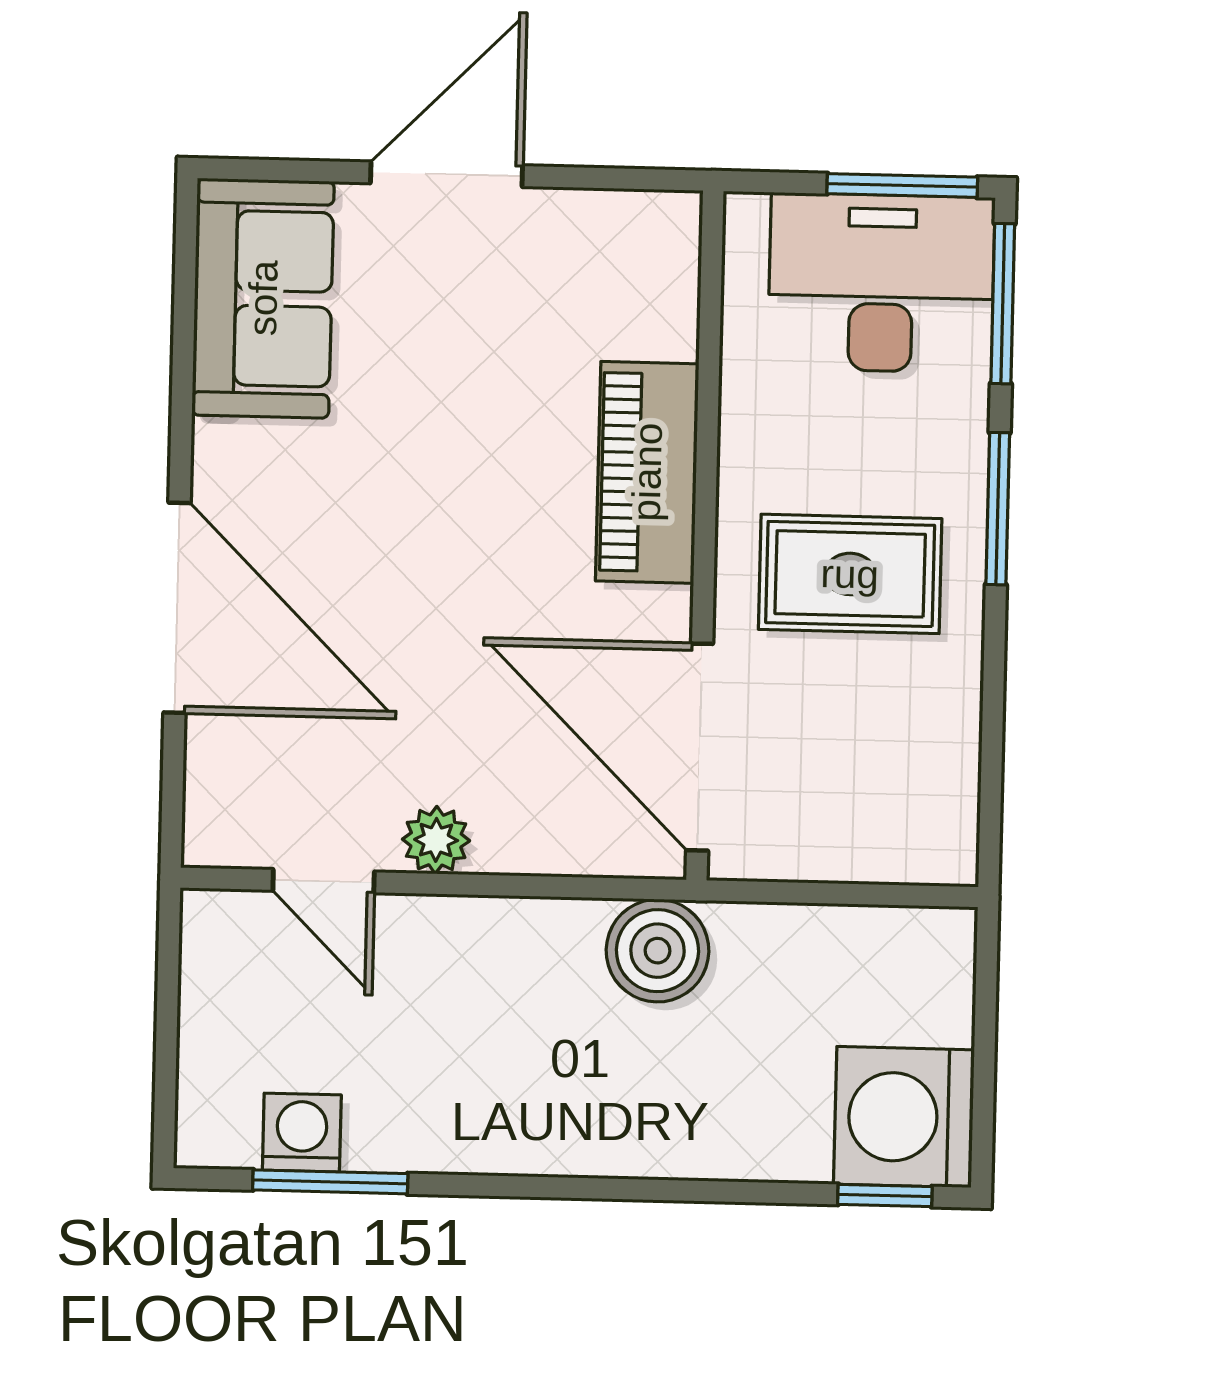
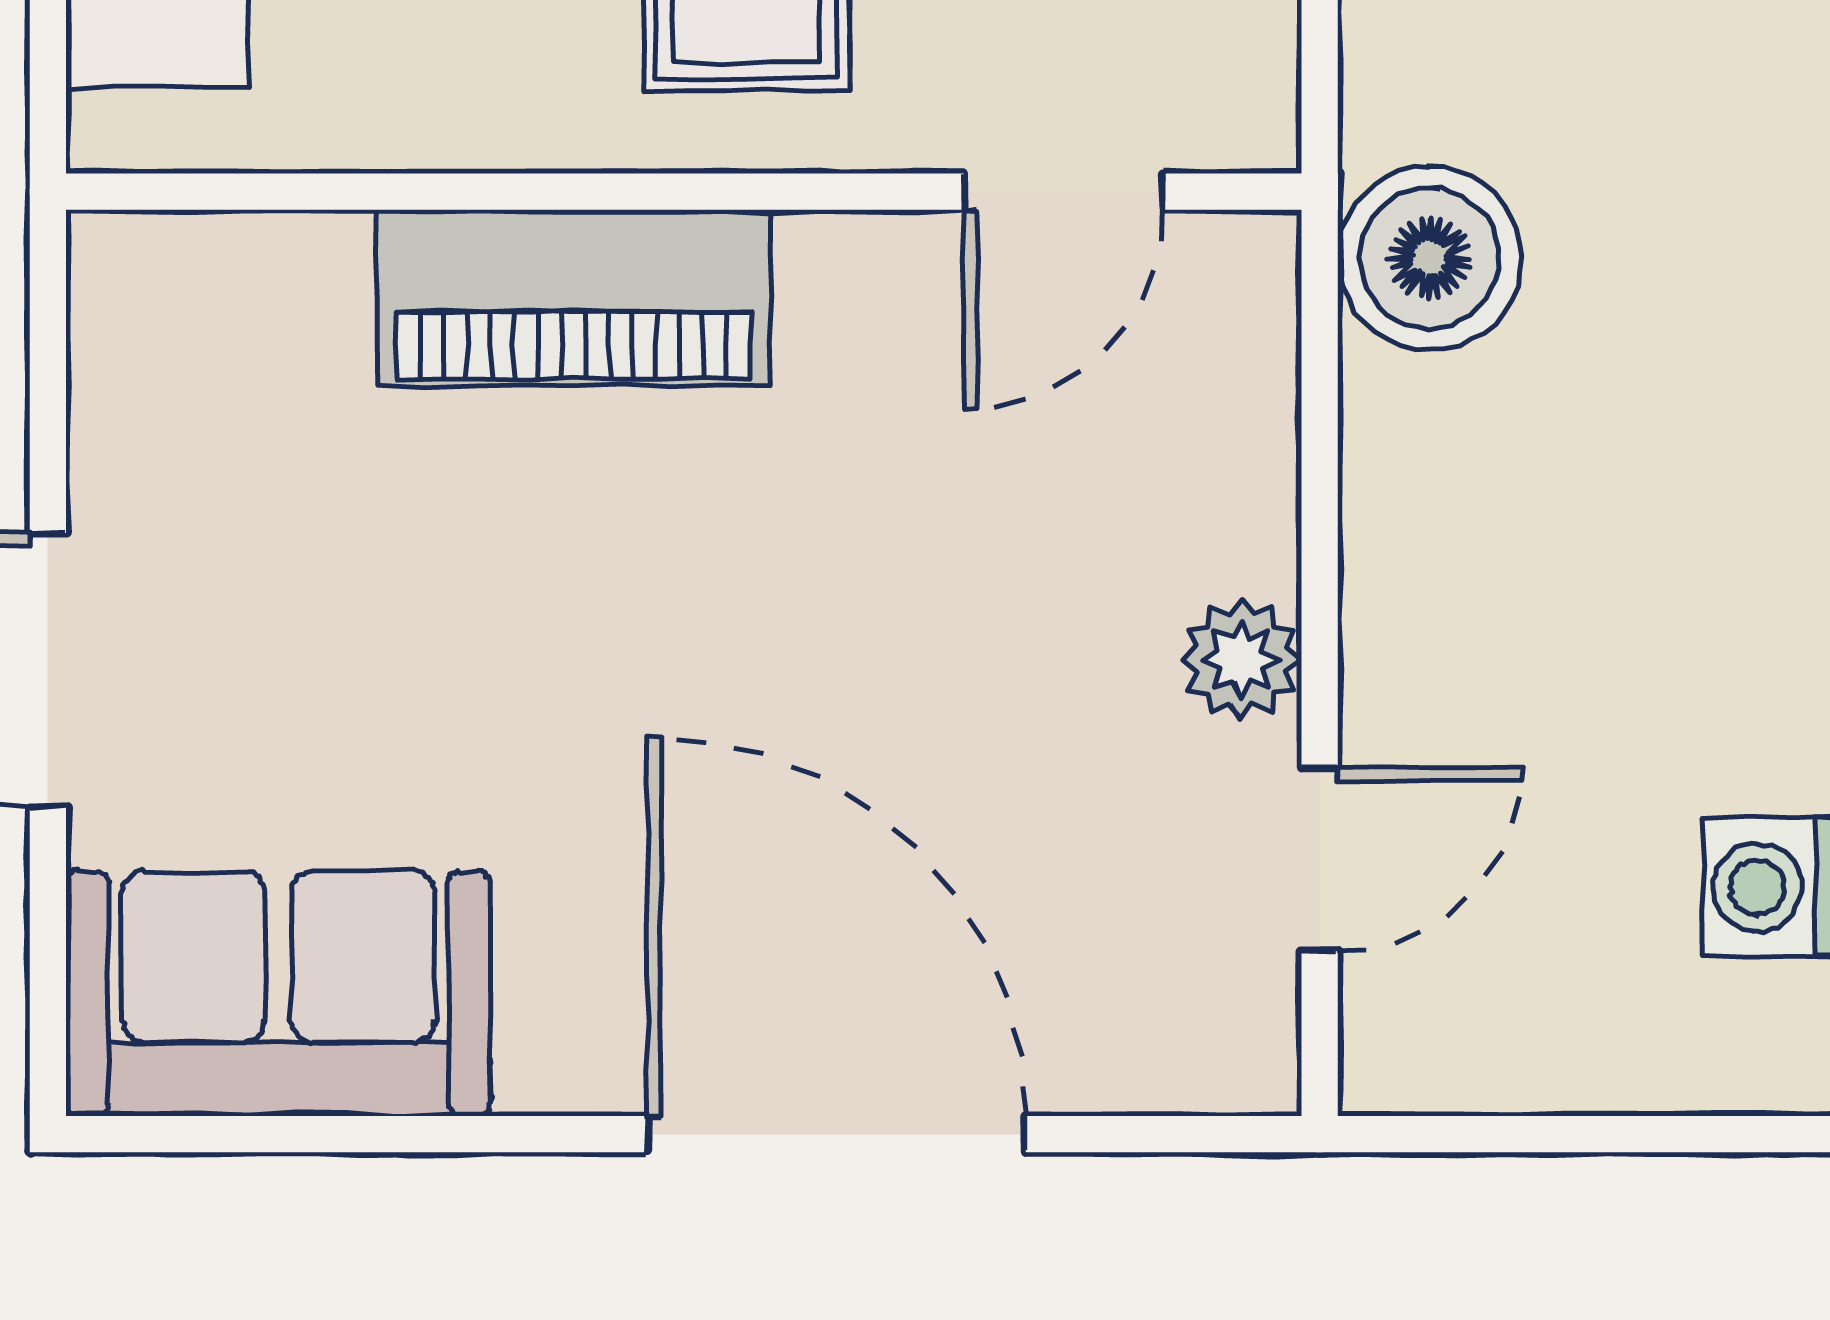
door: (177, 608) -> (836, 1134), hinge flipped
door: (700, 747) -> (1063, 192), width x0.53

